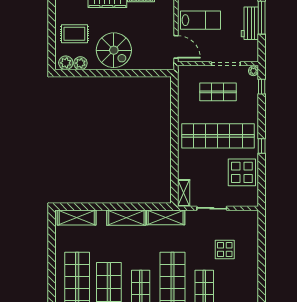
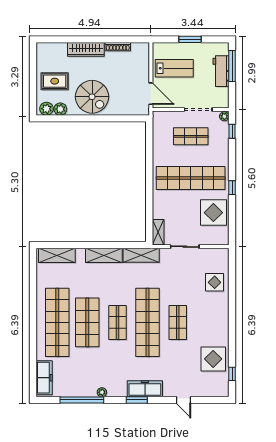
display table: (225, 250) -> (215, 282), moved

